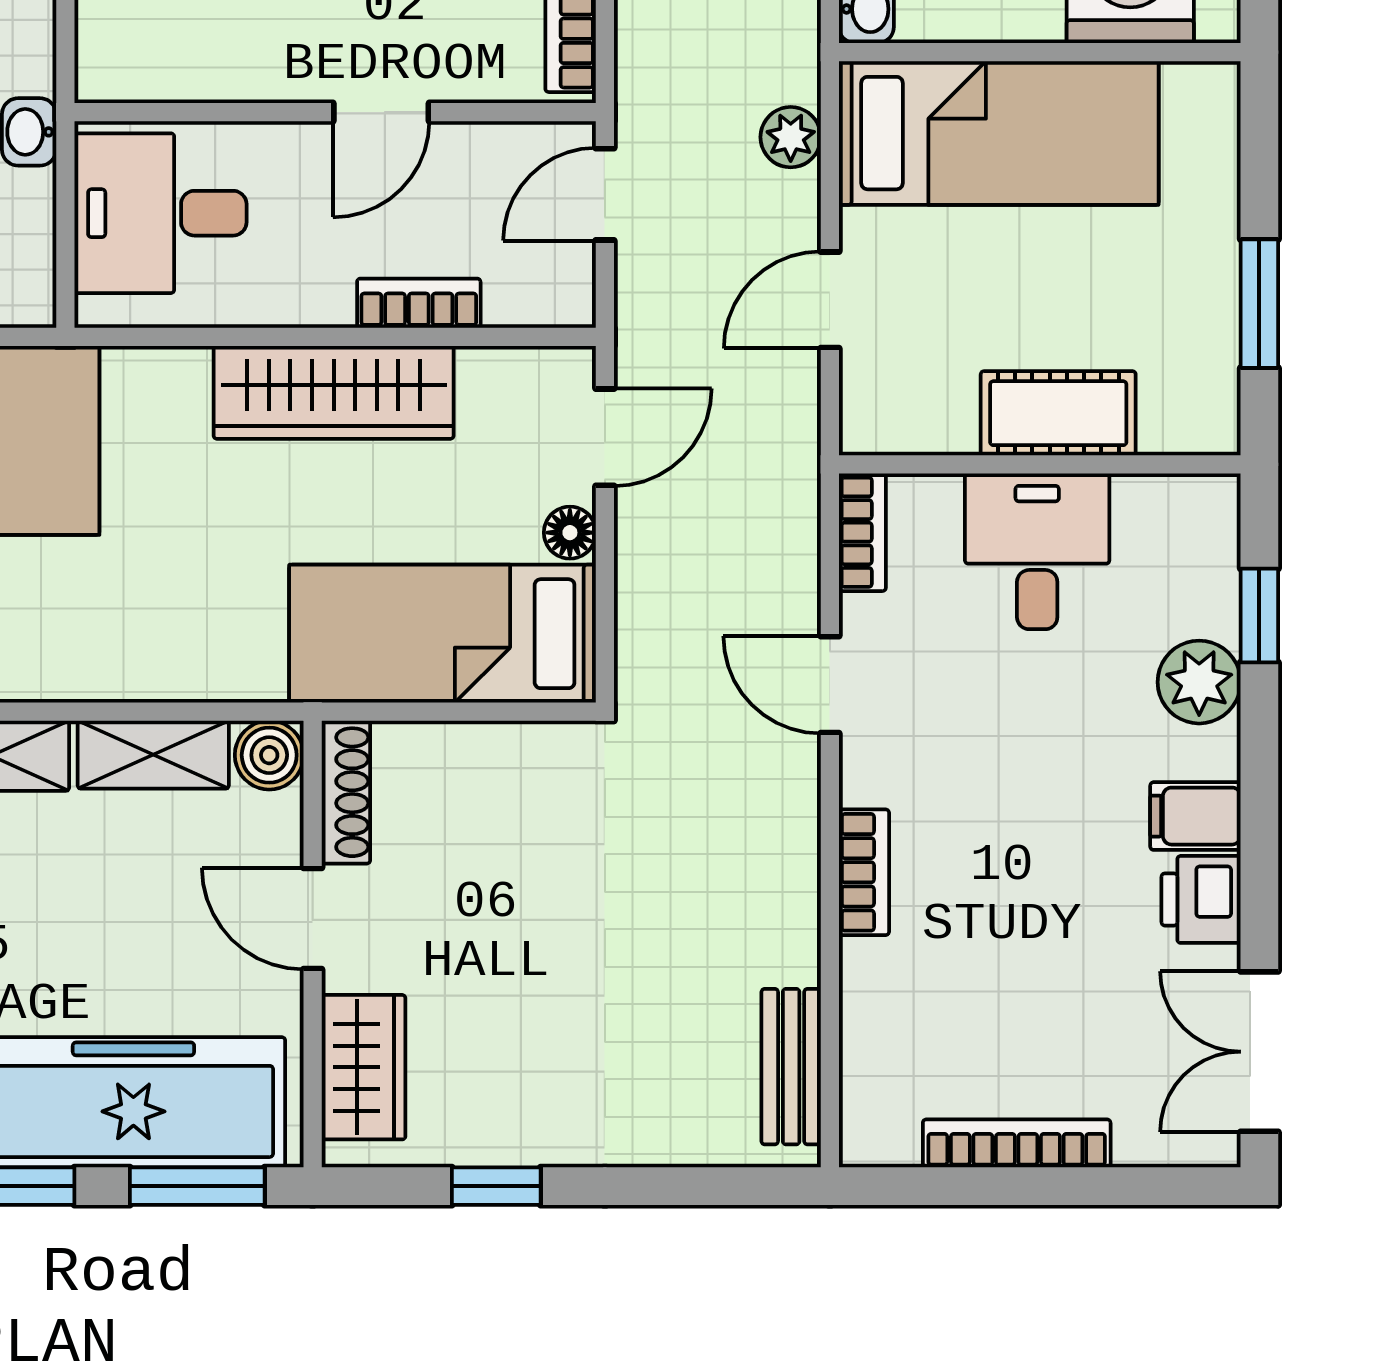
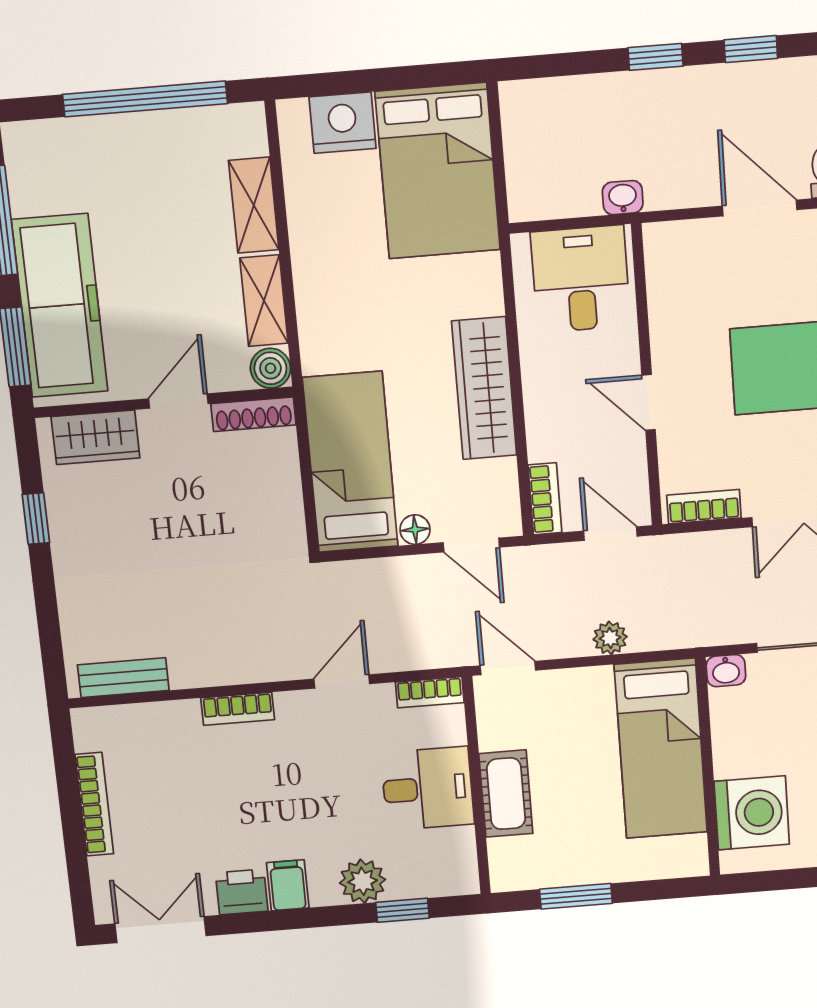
plant: (791, 137) -> (610, 638), moved
door: (830, 300) -> (508, 668), moved
bookcase: (419, 303) -> (545, 499), moved

